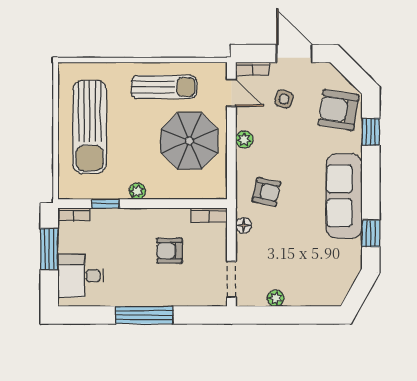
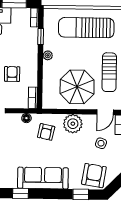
plant: (244, 139) -> (73, 124), width x1.87, depth x1.87

